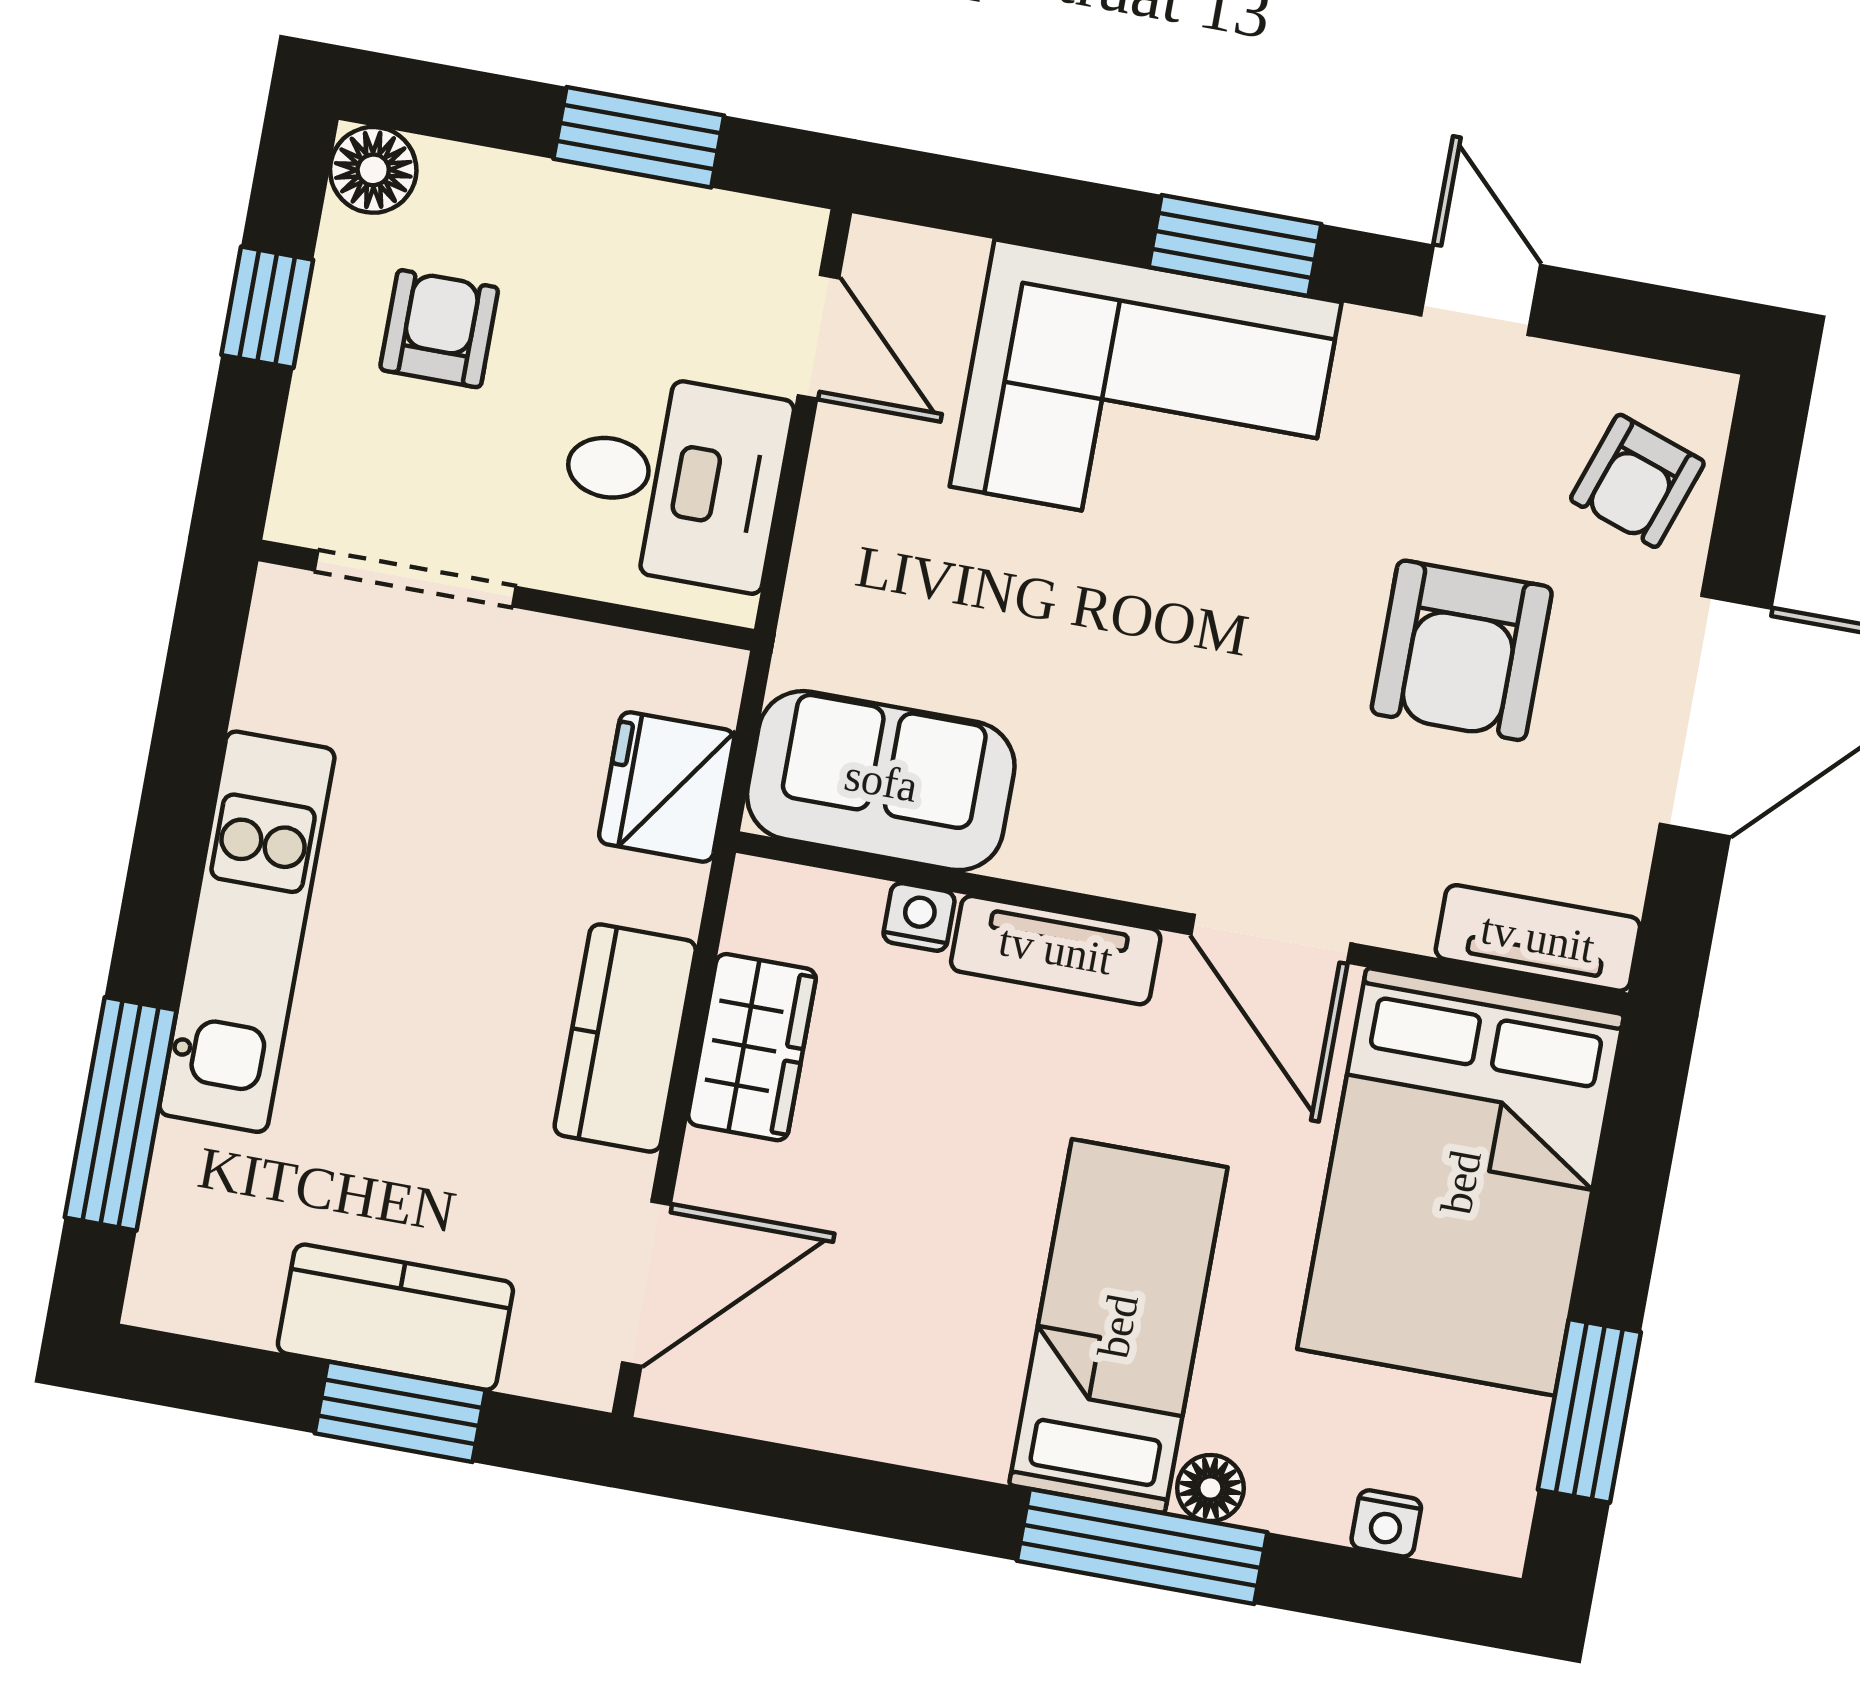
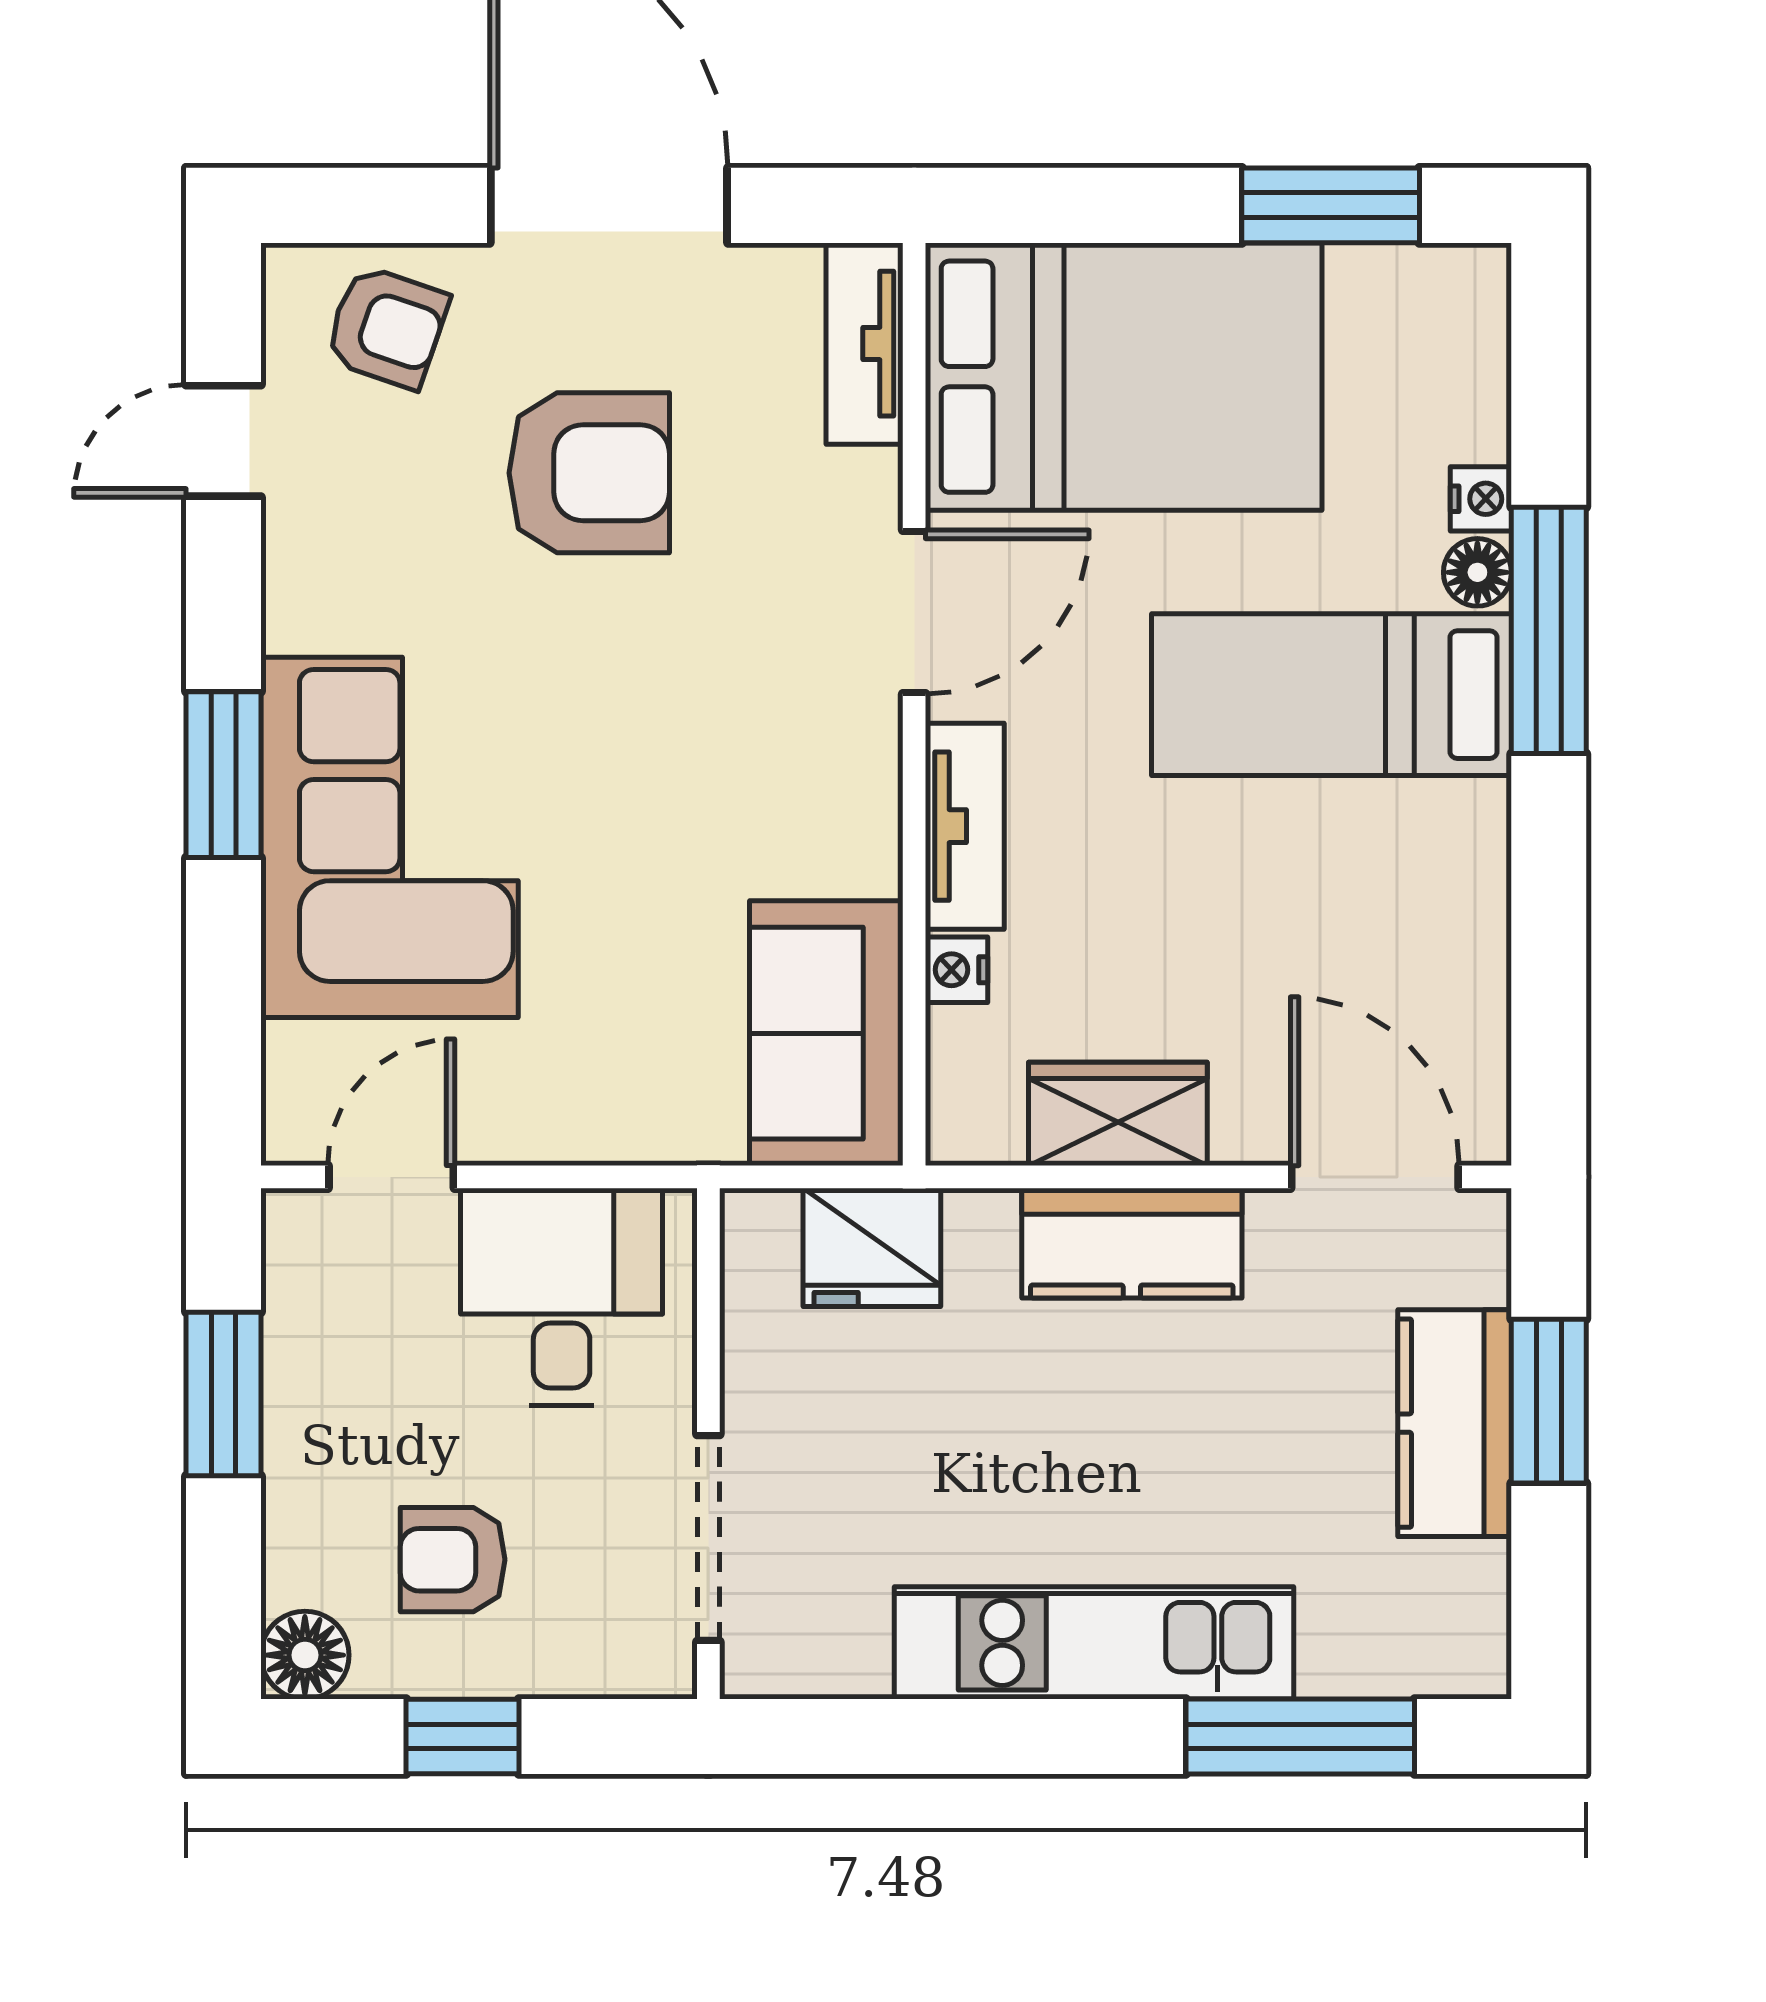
door: (1481, 290) -> (224, 441), moved
nightstand: (1386, 1523) -> (1481, 499), moved

